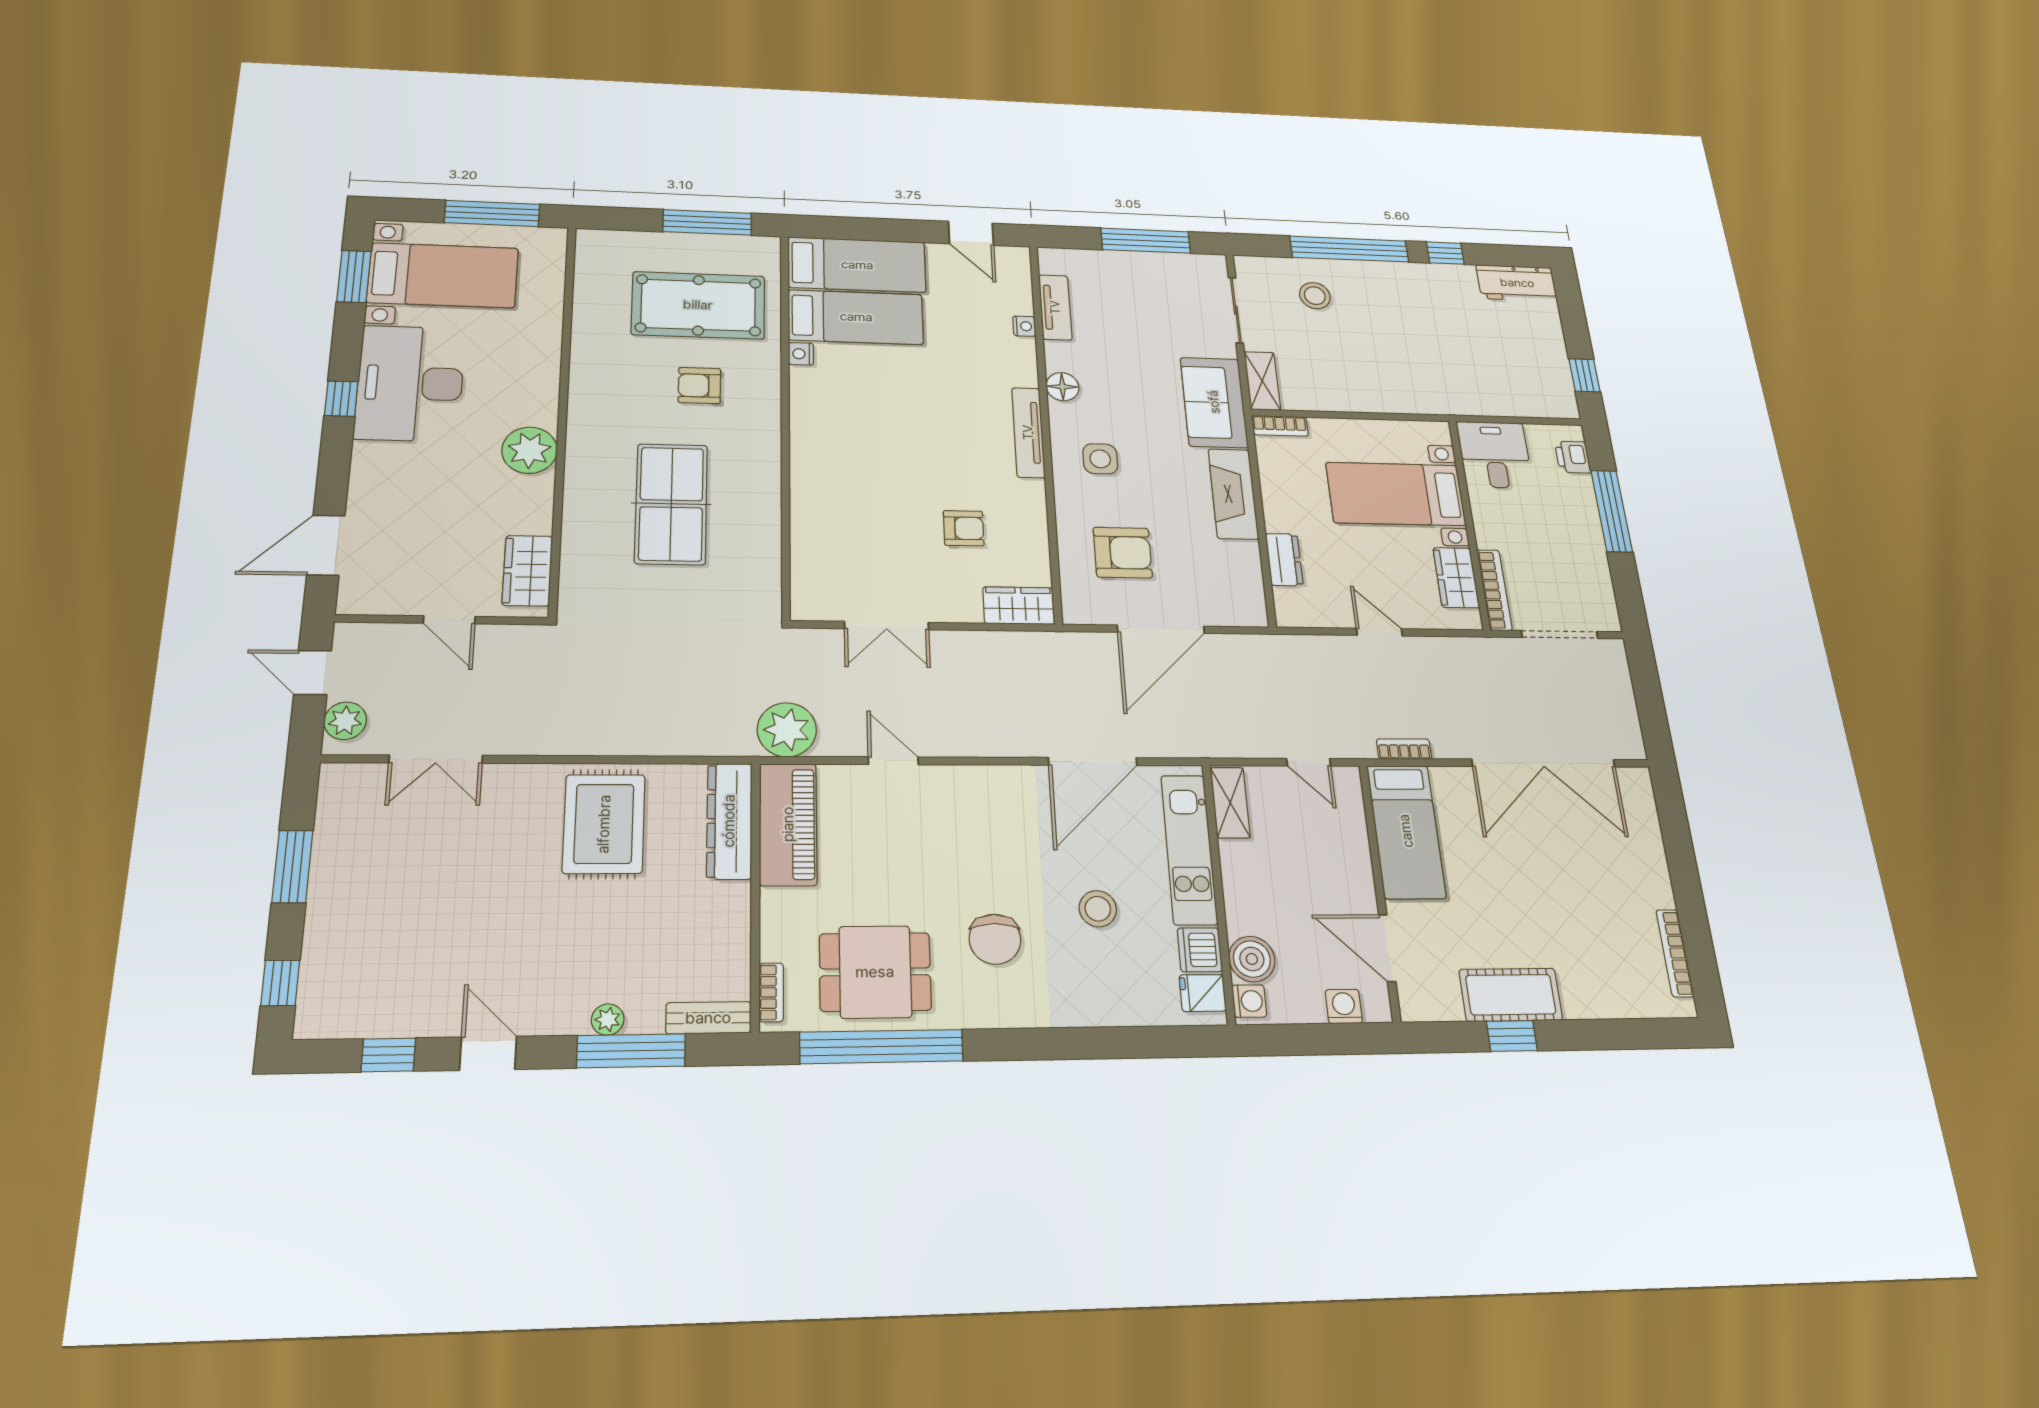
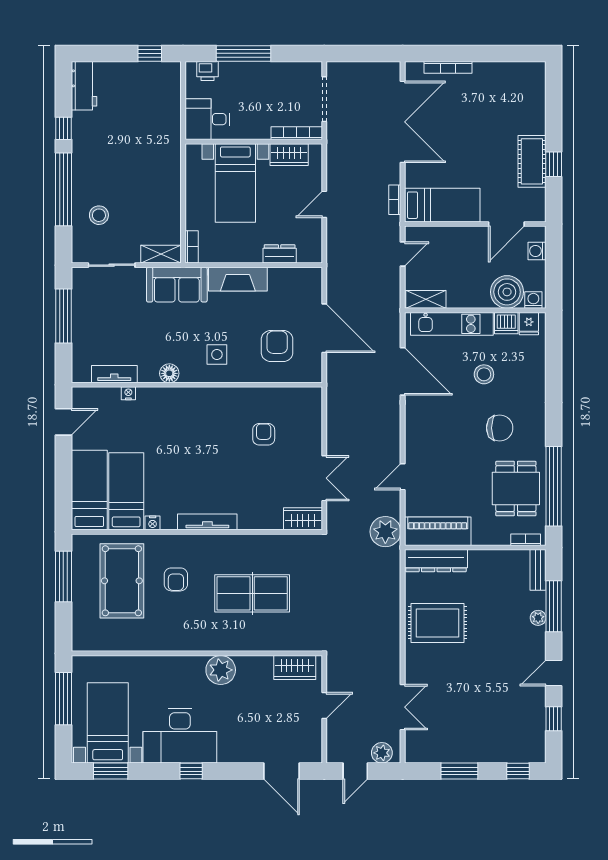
tv unit: (1028, 432) -> (207, 522), moved, turned 180
wardrobe: (1019, 606) -> (303, 519), moved, turned 90
bookcase: (1675, 953) -> (448, 67), moved
boiler: (1252, 959) -> (507, 292), width x1.37, depth x1.37

